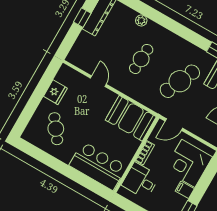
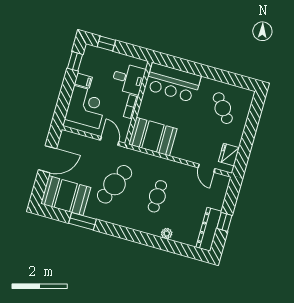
door: (98, 81) -> (207, 168), moved
fridge: (55, 92) -> (229, 155), moved
door: (174, 125) -> (110, 141), hinge flipped

